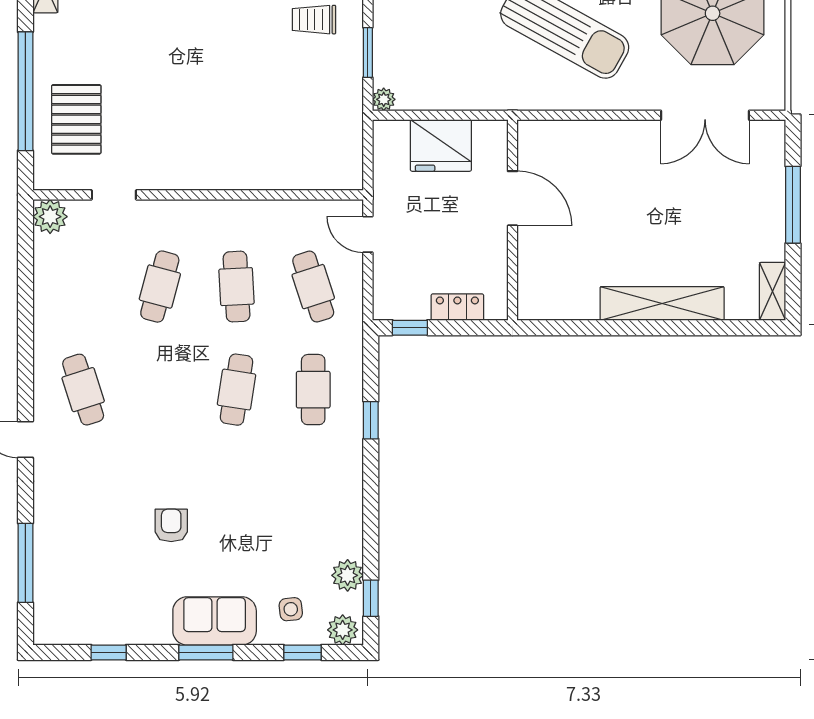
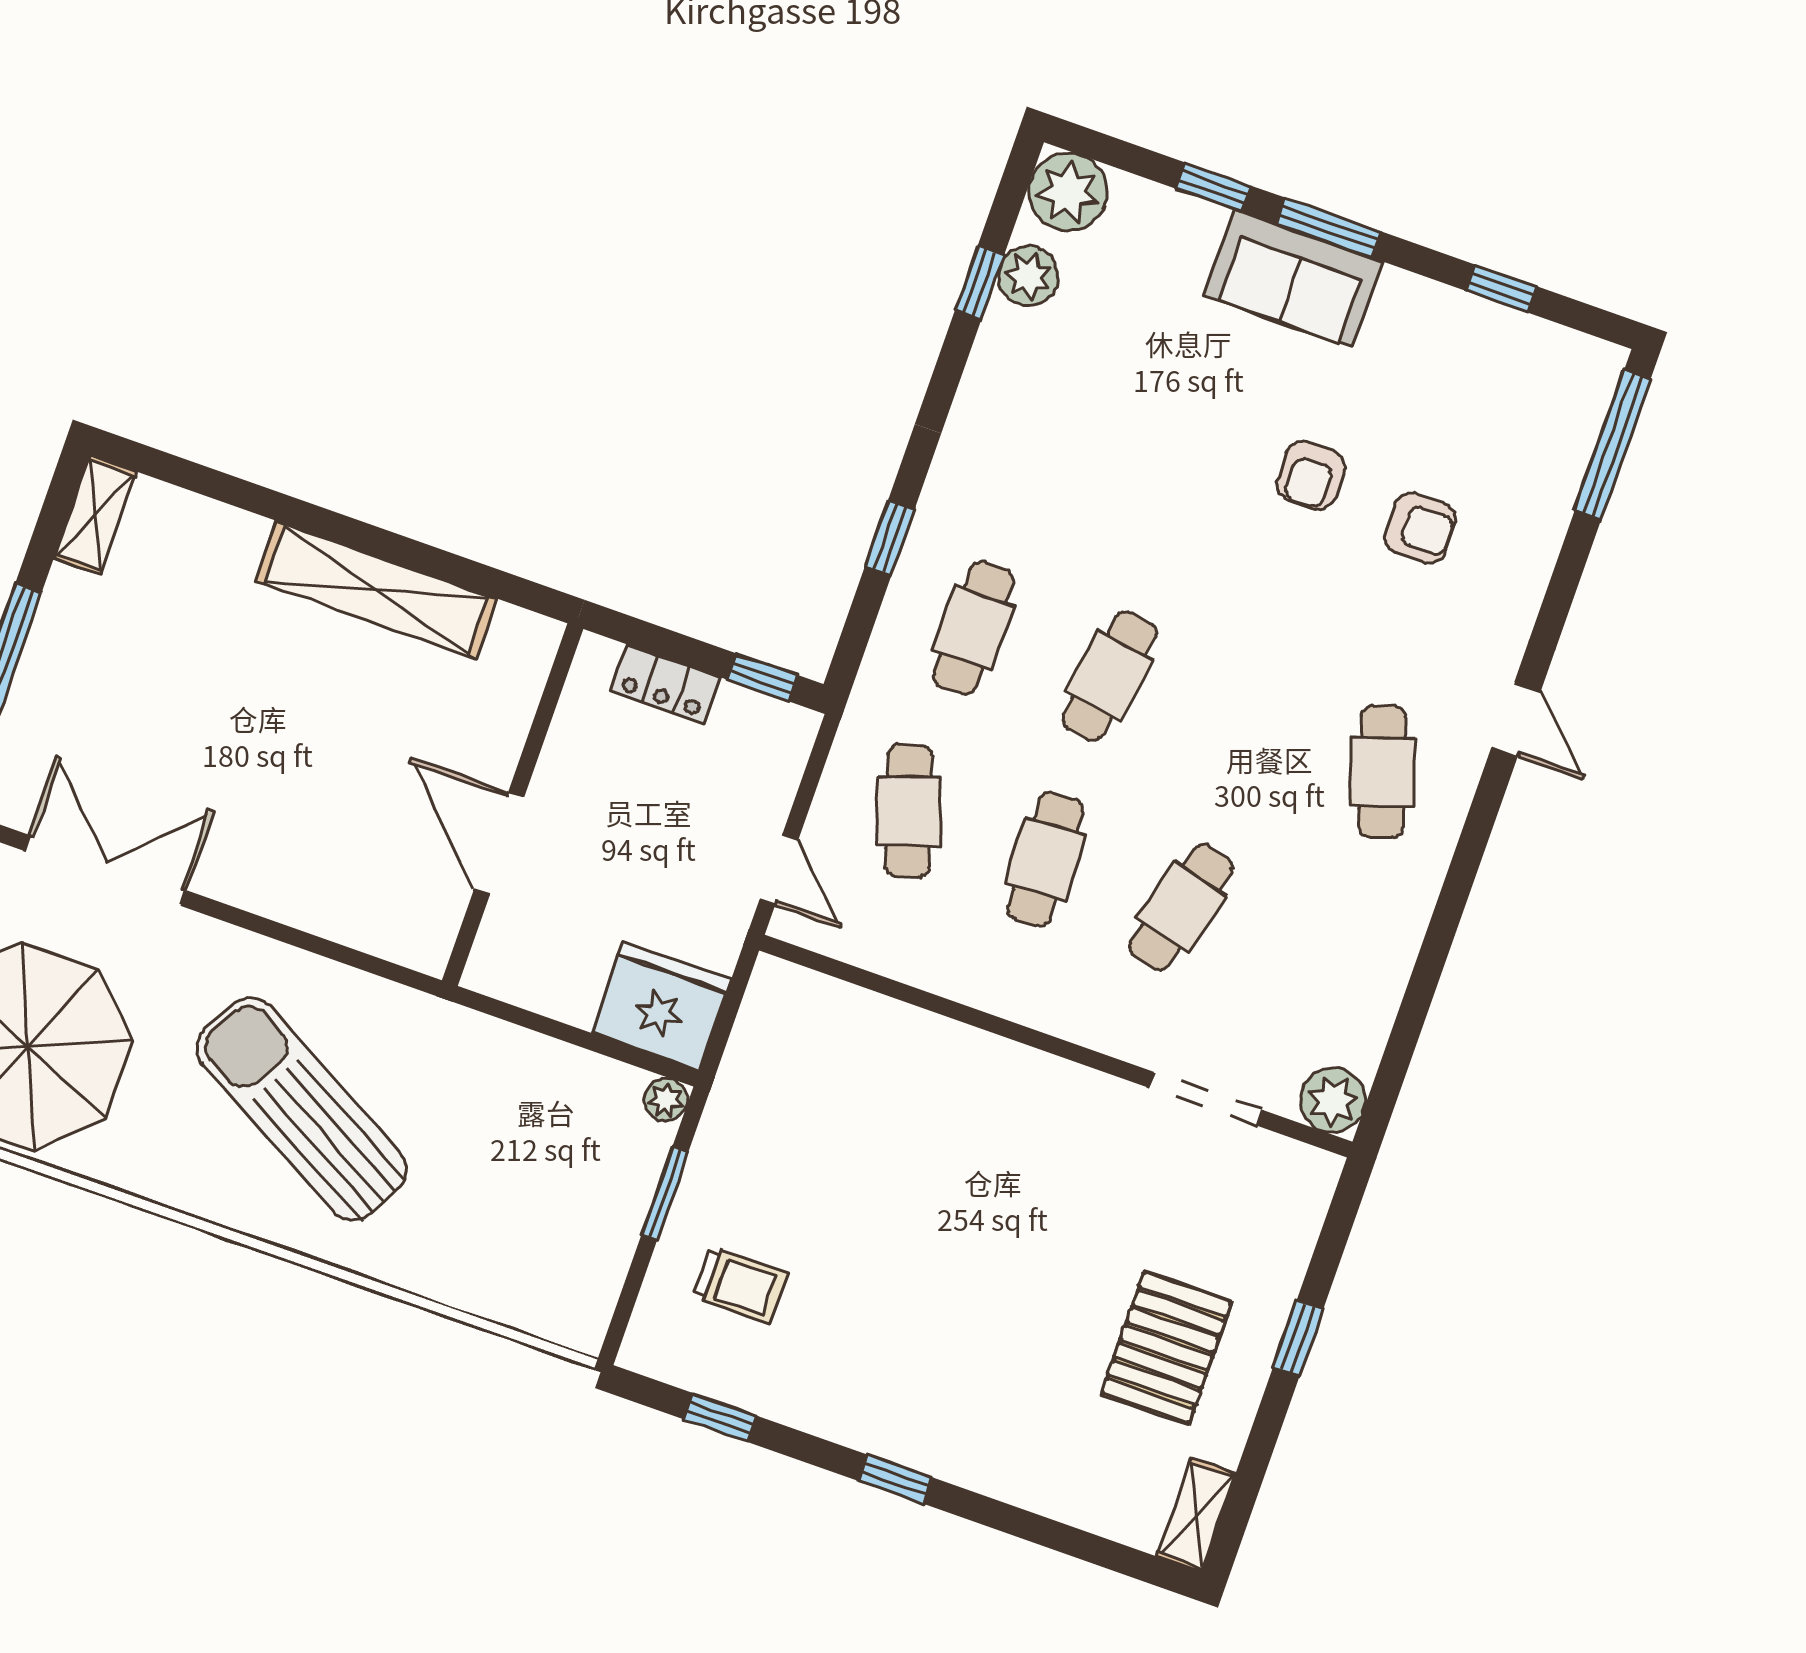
window: (25, 91) -> (1298, 1339), width x0.32
pallet: (76, 119) -> (1166, 1348), moved
fridge: (441, 145) -> (661, 1006), moved
doorway: (114, 195) -> (1206, 1099), width x1.38
shelving: (662, 303) -> (376, 590), moved
armchair: (107, 518) -> (1420, 528), added
window: (25, 563) -> (1613, 445), moved
window: (371, 598) -> (979, 283), moved
side table: (291, 609) -> (1151, 251), removed
plant: (343, 630) -> (1068, 192), width x1.36, depth x1.36
window: (303, 652) -> (1214, 187), moved

